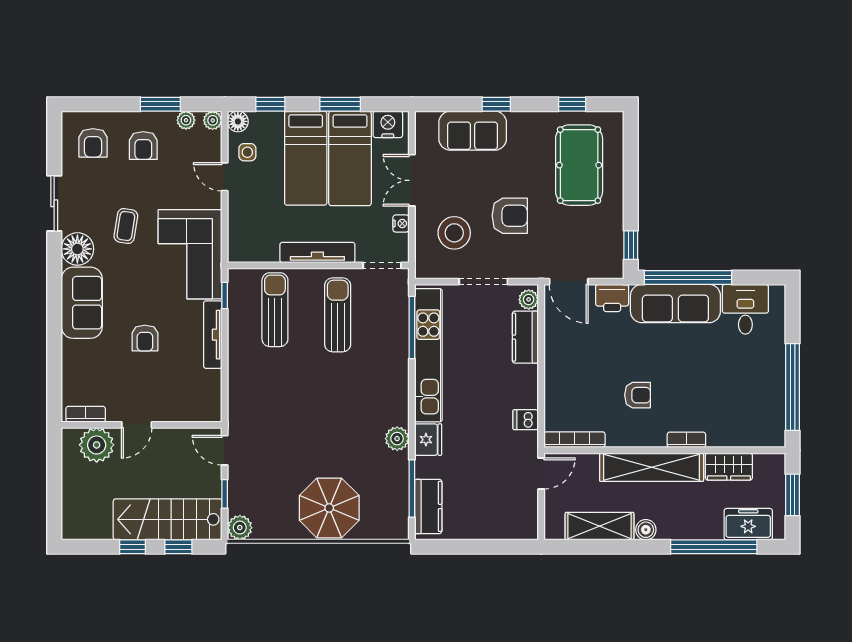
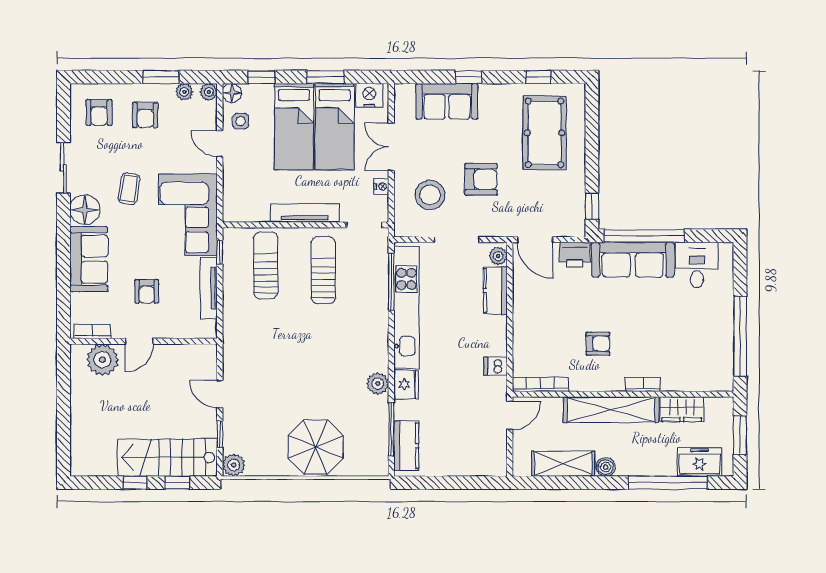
bookcase: (86, 414) -> (92, 331), moved
door: (137, 425) -> (139, 341), moved
wall: (142, 425) -> (144, 341), moved
plant: (97, 445) -> (102, 360), moved

